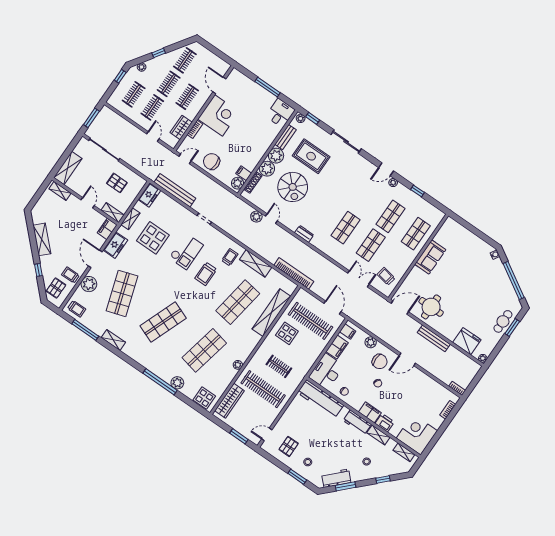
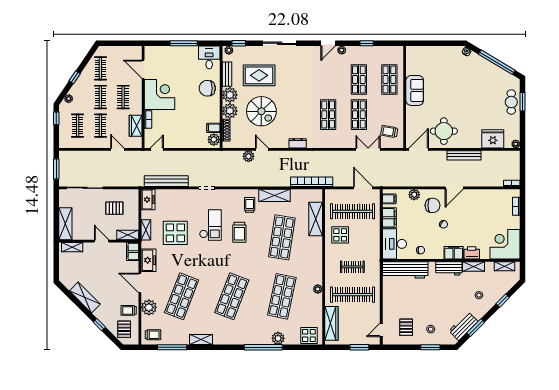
chair: (212, 161) -> (207, 88), moved
shop shelf: (122, 293) -> (182, 296), turned 39
shelving: (271, 313) -> (316, 219), width x0.68

